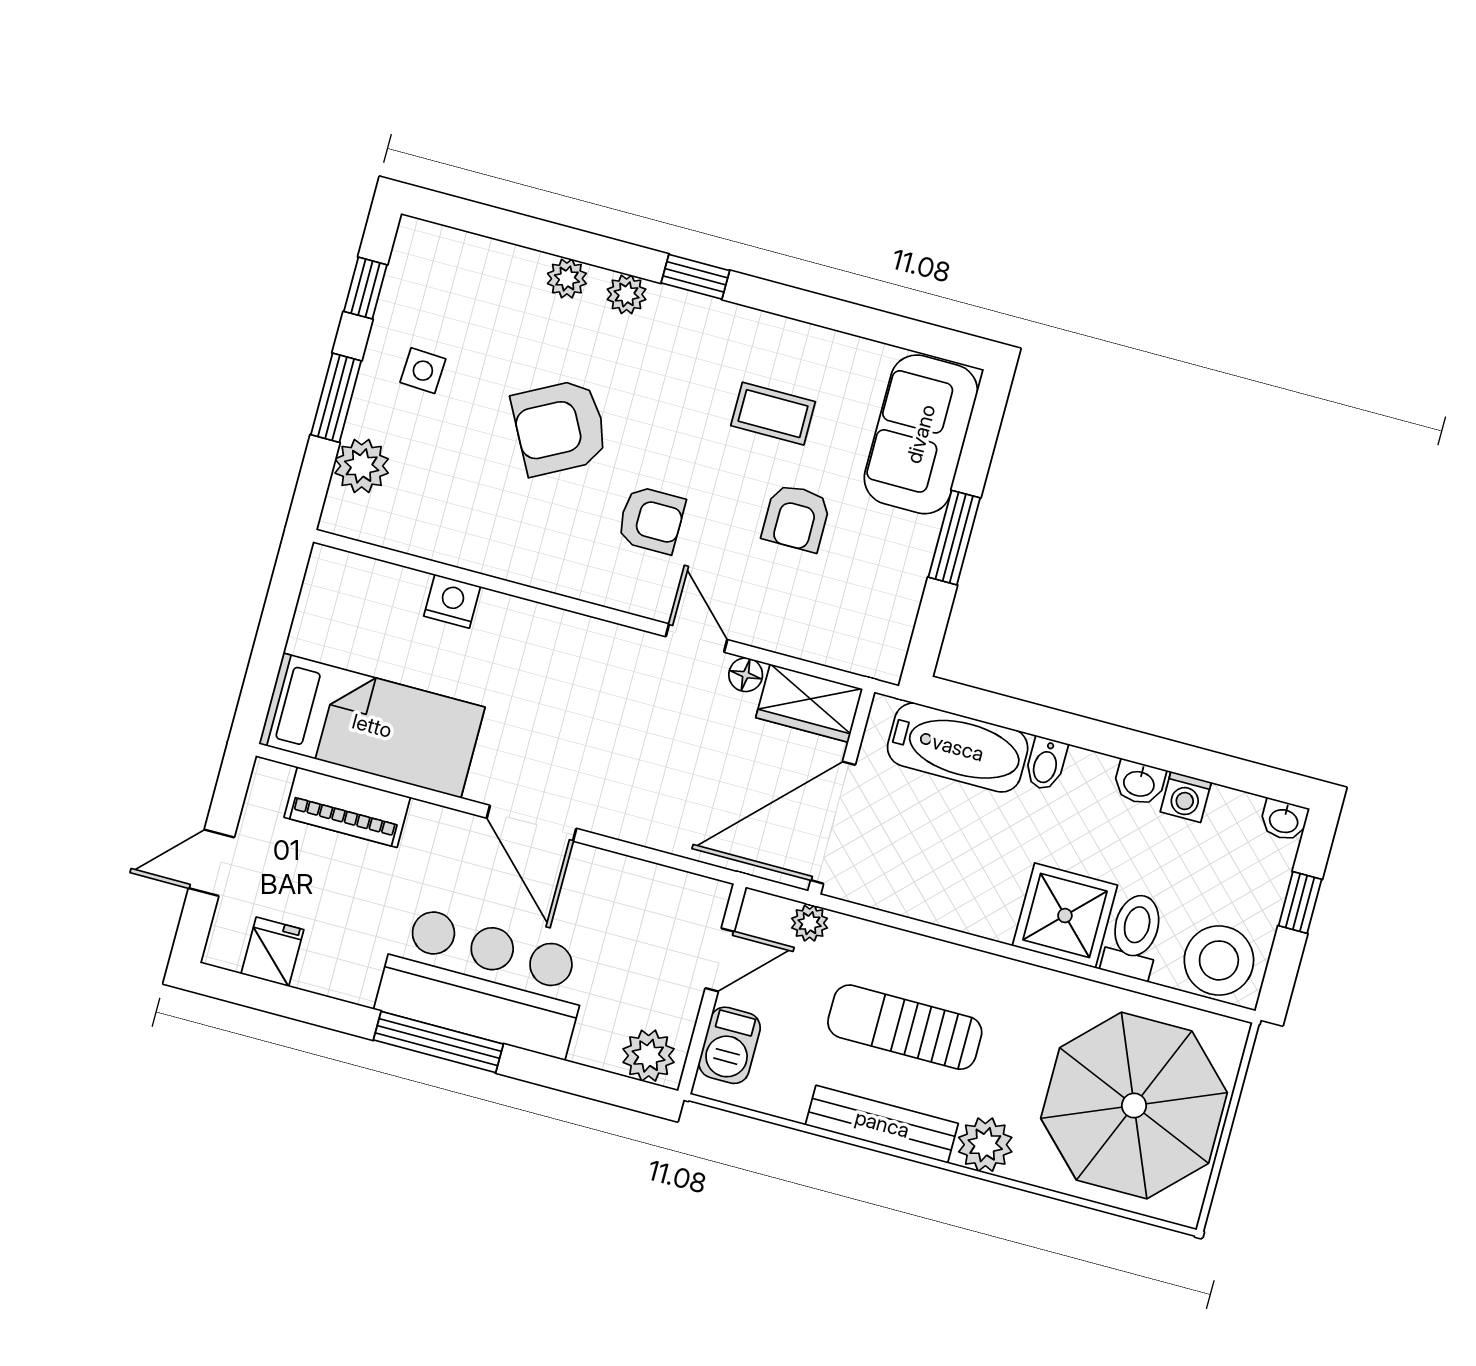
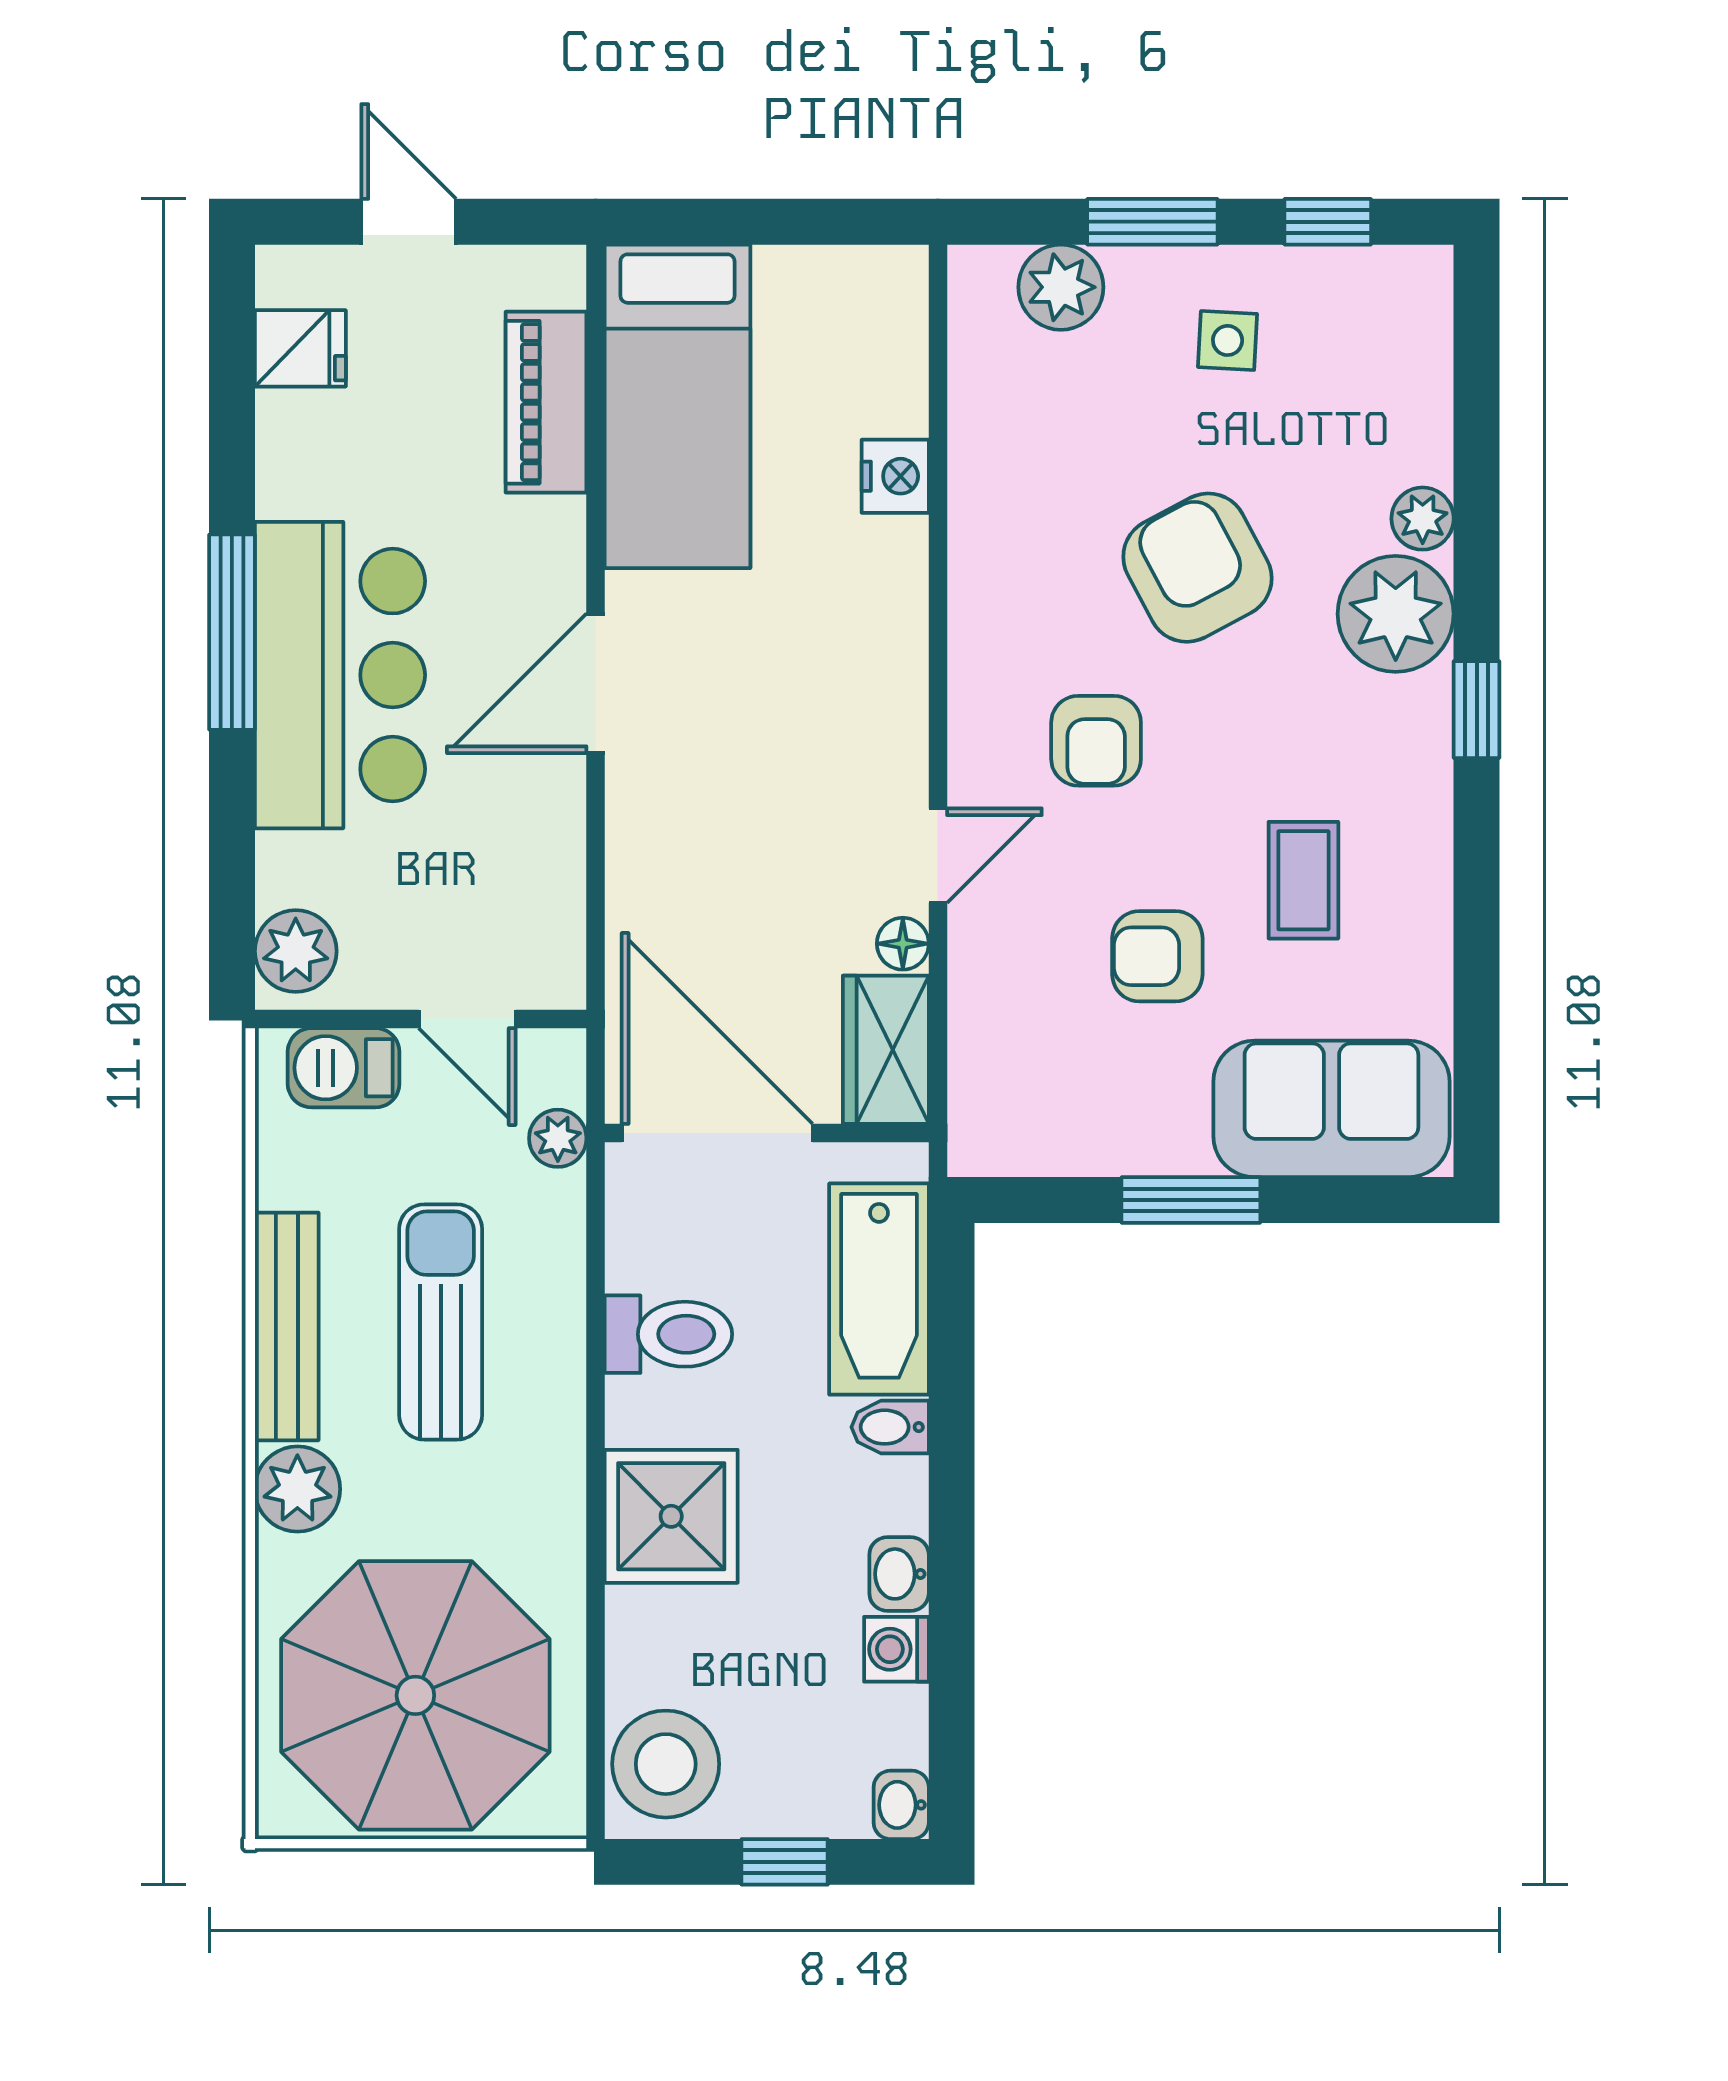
plant: (627, 294) -> (1396, 614), width x1.87, depth x1.87
toilet: (1134, 936) -> (668, 1334), moved

